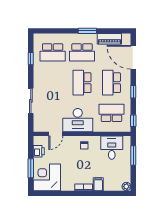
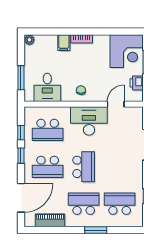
window: (87, 31) -> (96, 230), moved
door: (133, 57) -> (21, 198), hinge flipped
school desk: (111, 83) -> (48, 167), turned 90
window: (133, 121) -> (21, 133), moved

